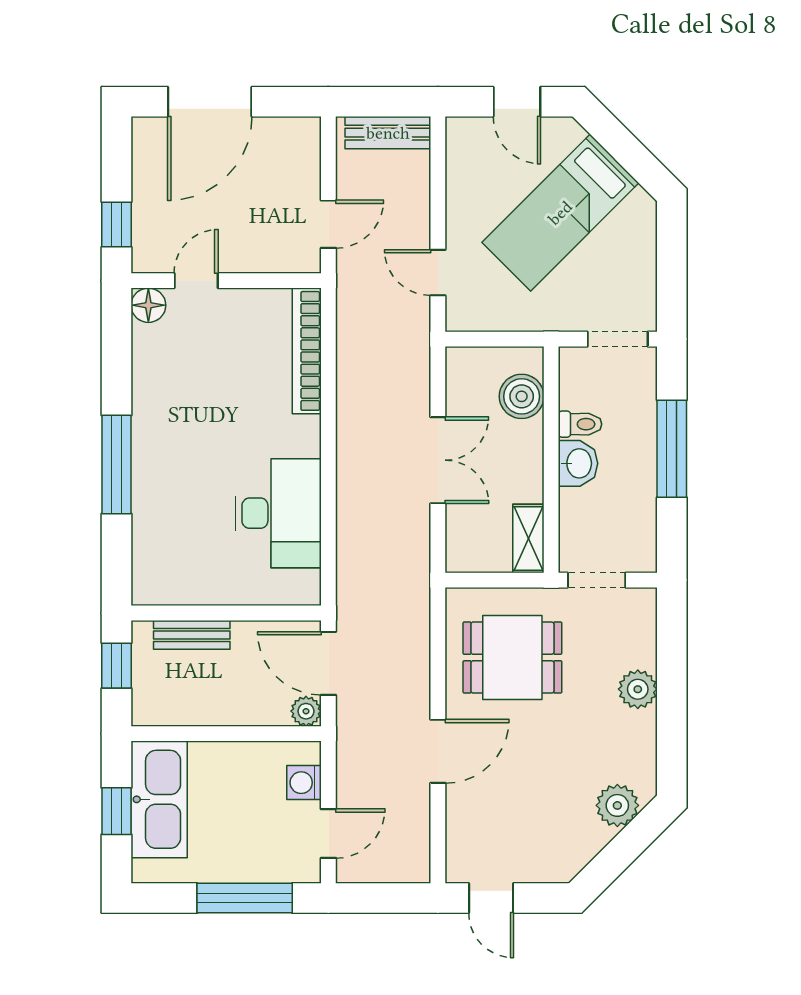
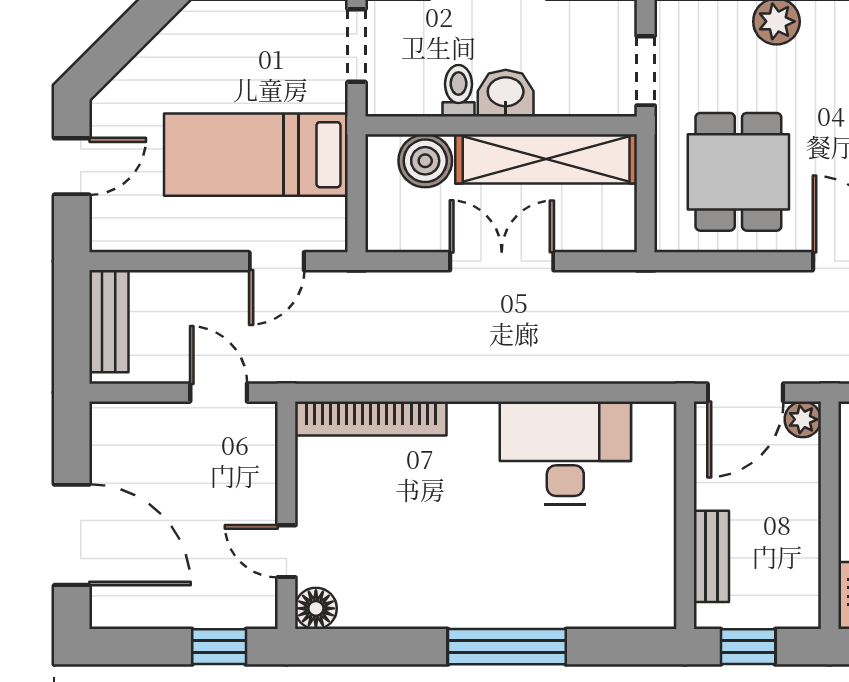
bed: (560, 213) -> (256, 155), moved, turned 135
shelving: (528, 538) -> (546, 159), width x2.20, depth x1.33

